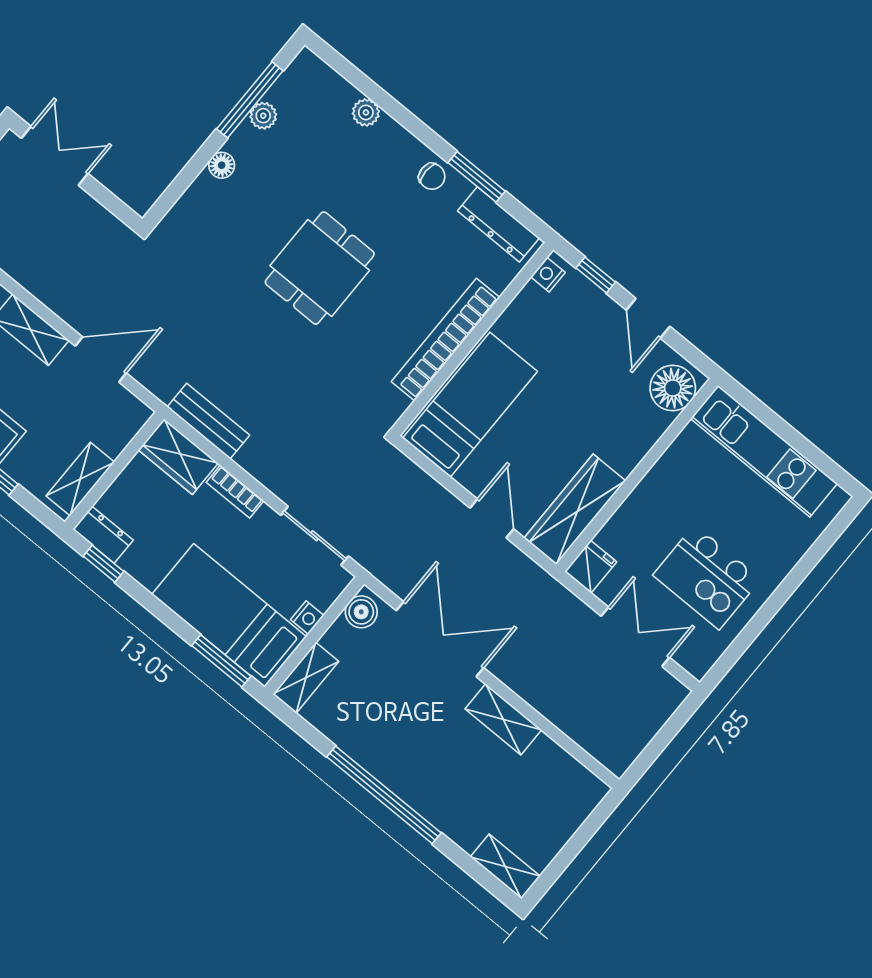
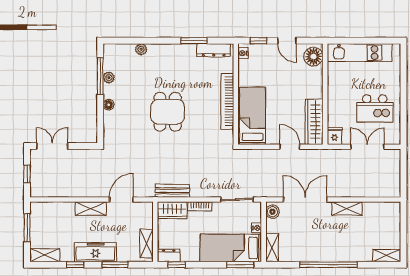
chair: (432, 176) -> (179, 52), removed

